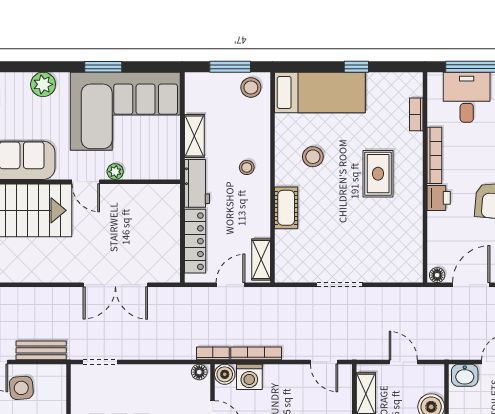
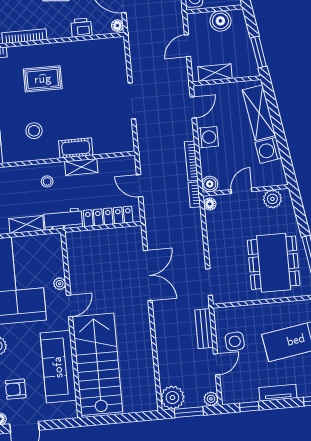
printer: (439, 198) -> (81, 28), moved
shelving: (261, 260) -> (81, 167), moved
washing machine: (249, 377) -> (208, 137), moved

